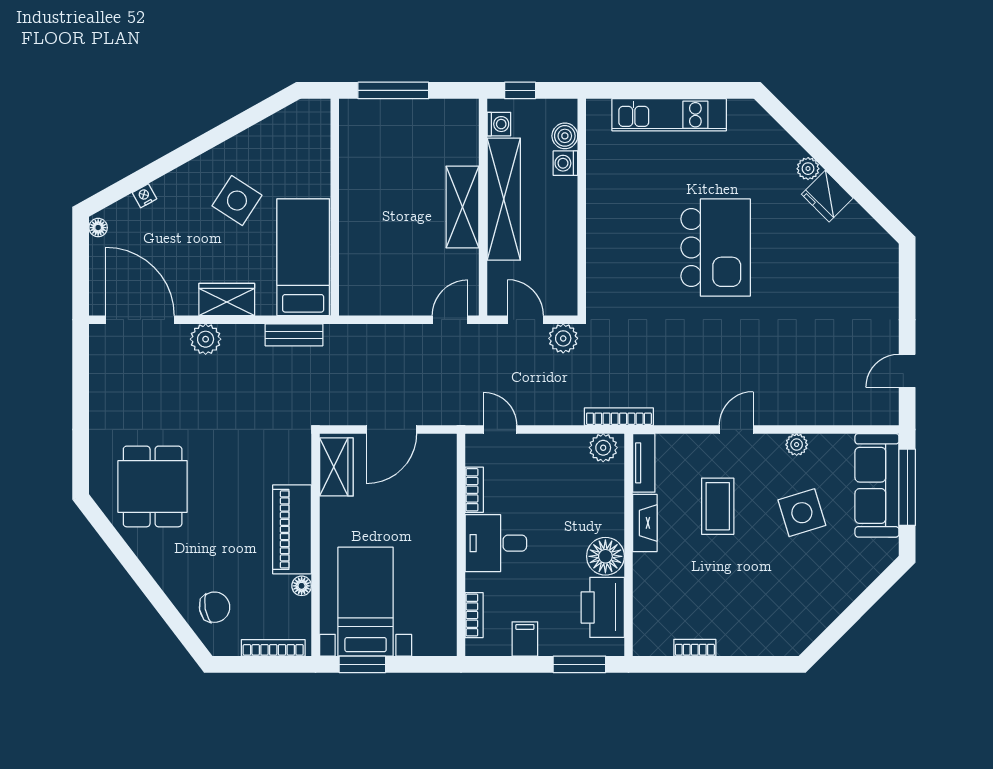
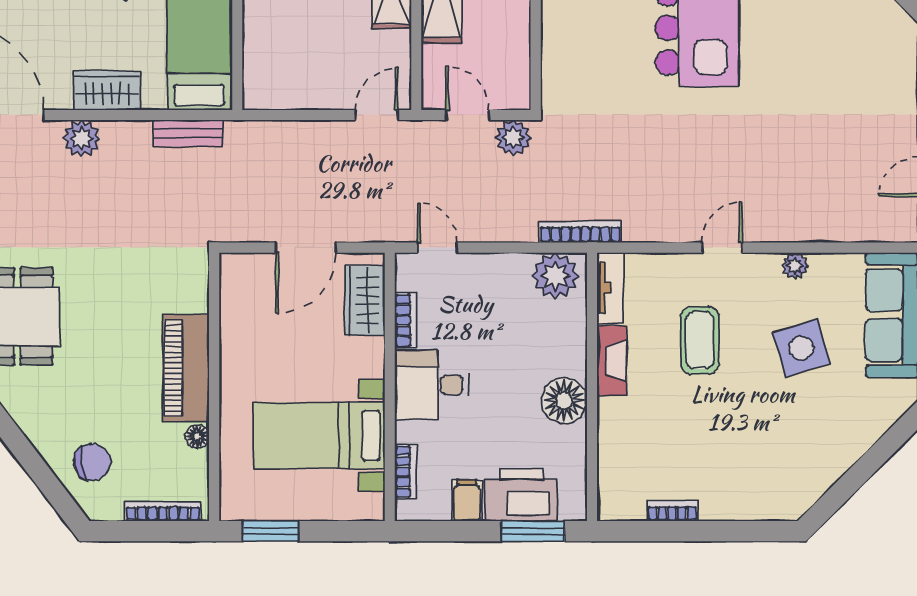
plant: (603, 448) -> (555, 276), width x1.36, depth x1.36
wardrobe: (336, 467) -> (364, 300), moved, turned 180
bed with nightstands: (366, 602) -> (319, 435), moved, turned -90
printer: (603, 607) -> (521, 495), moved, turned 90

